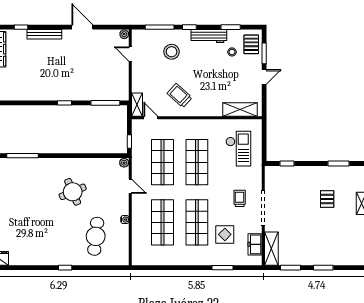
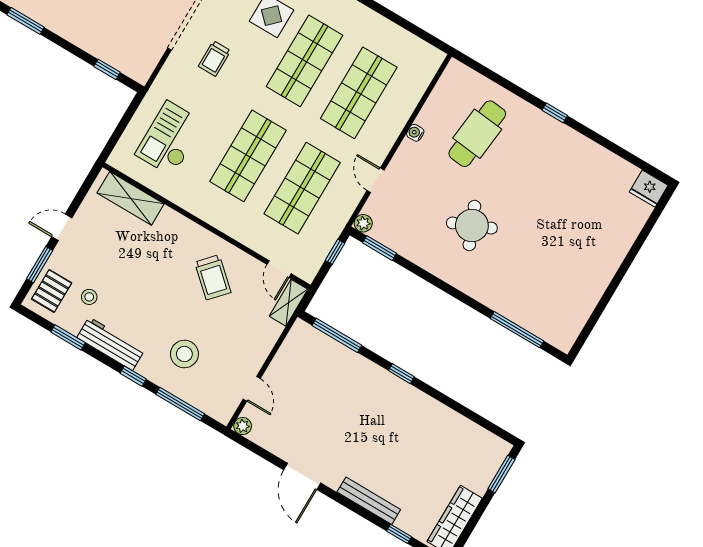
window: (110, 156) -> (380, 248), added

